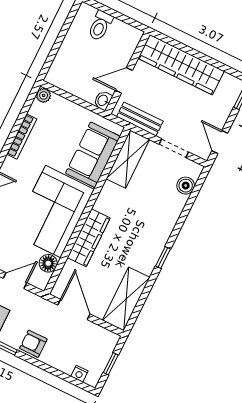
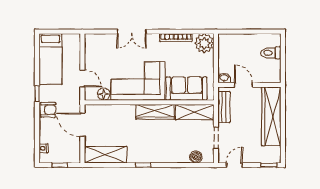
plant: (44, 95) -> (204, 43), width x1.87, depth x1.87
wardrobe: (89, 238) -> (155, 112), moved
door: (74, 310) -> (82, 125), swing flipped
armchair: (33, 344) -> (48, 110), turned 90

